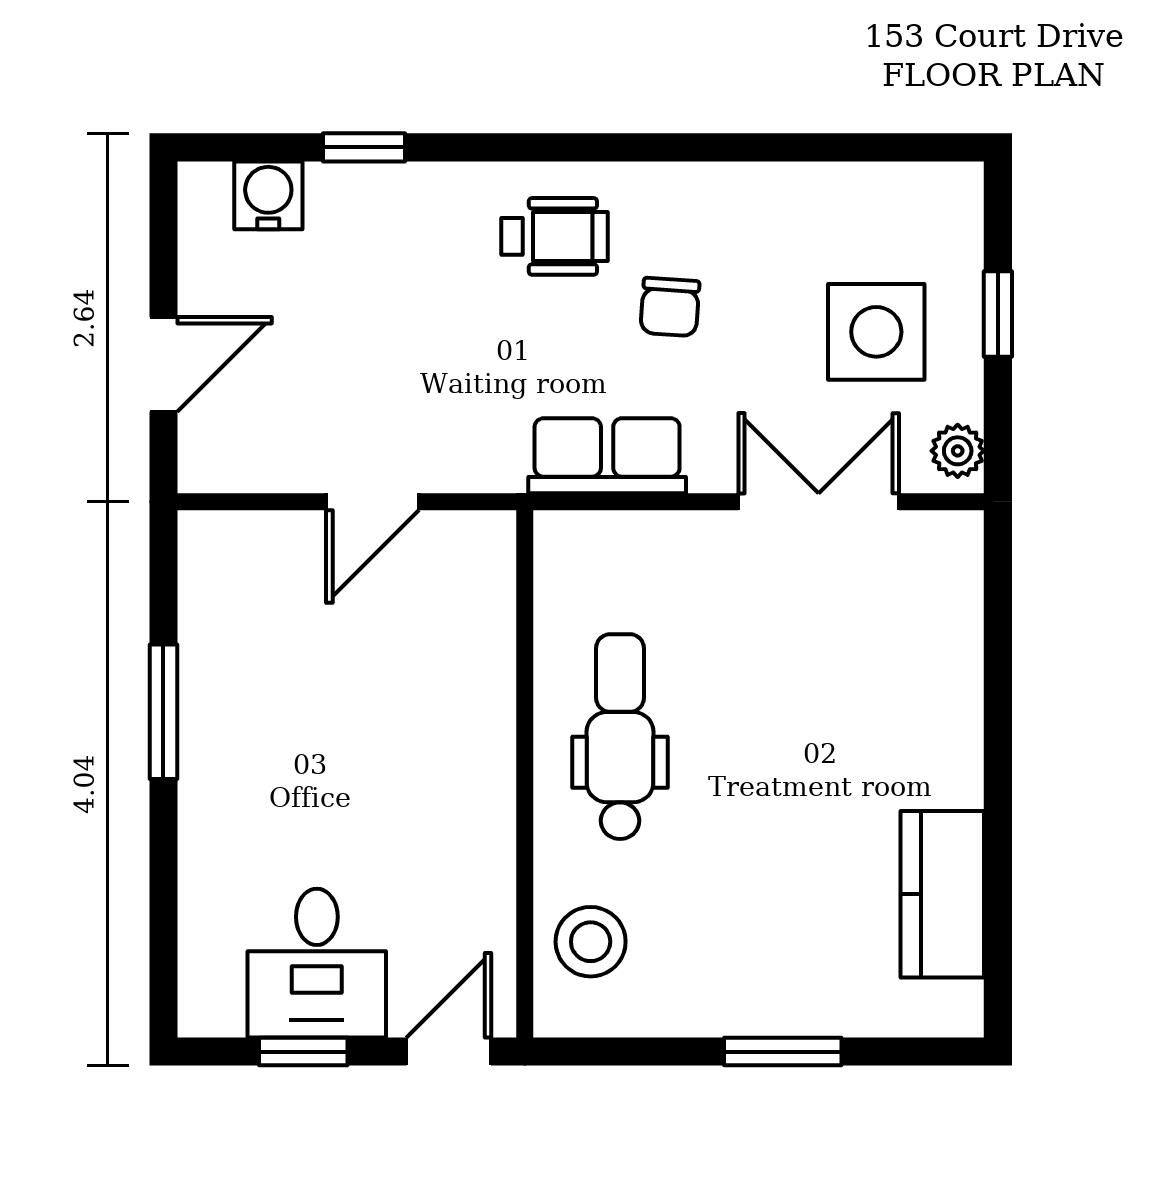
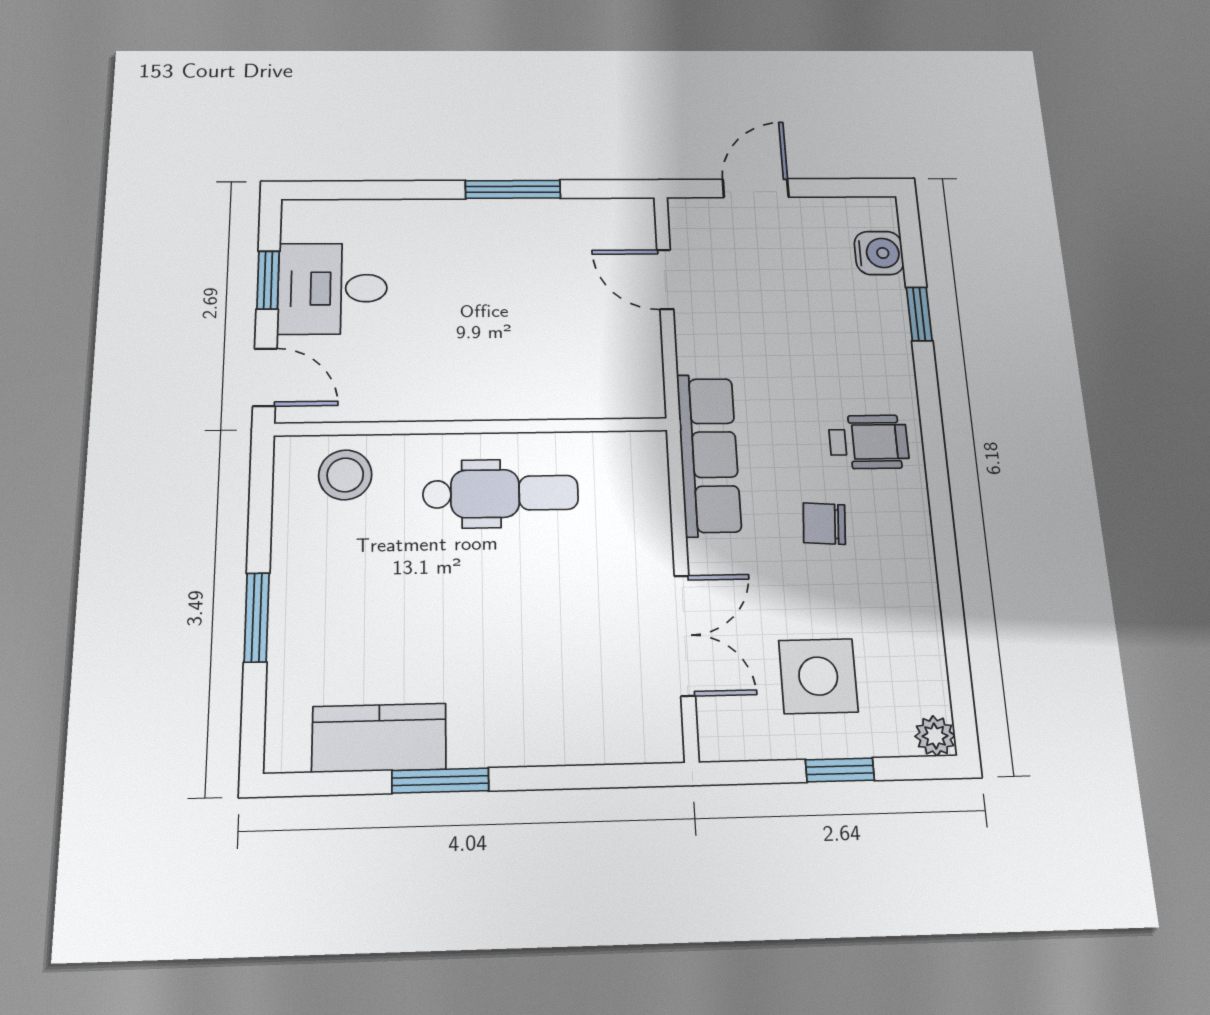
wheelchair: (554, 236) -> (869, 442), turned -90
door: (163, 364) -> (756, 188), swing flipped
plant: (958, 451) -> (935, 736), moved
row of seats: (607, 456) -> (709, 455), width x1.48
door: (373, 502) -> (665, 279), moved
window: (998, 818) -> (440, 781), added

